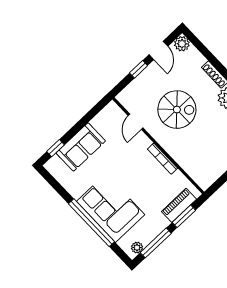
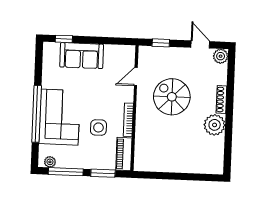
door: (158, 50) -> (200, 44), swing flipped
window: (139, 69) -> (161, 43), moved
spiral stairs: (177, 110) -> (172, 97), turned 180
side table: (147, 186) -> (98, 127), added
piano: (179, 205) -> (124, 154), moved, turned -90

